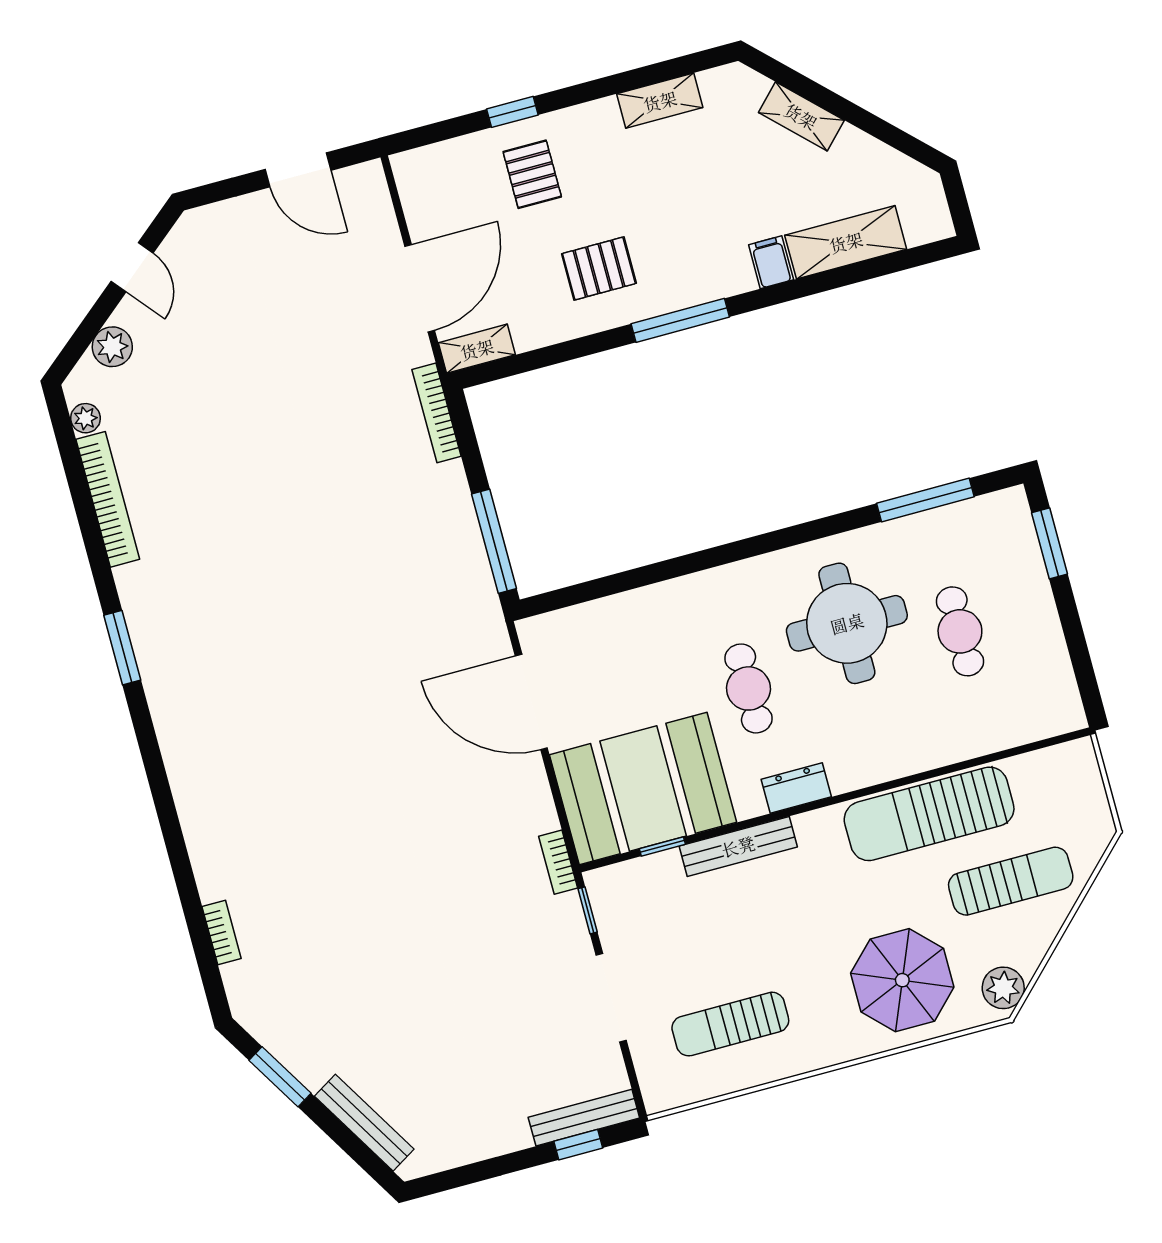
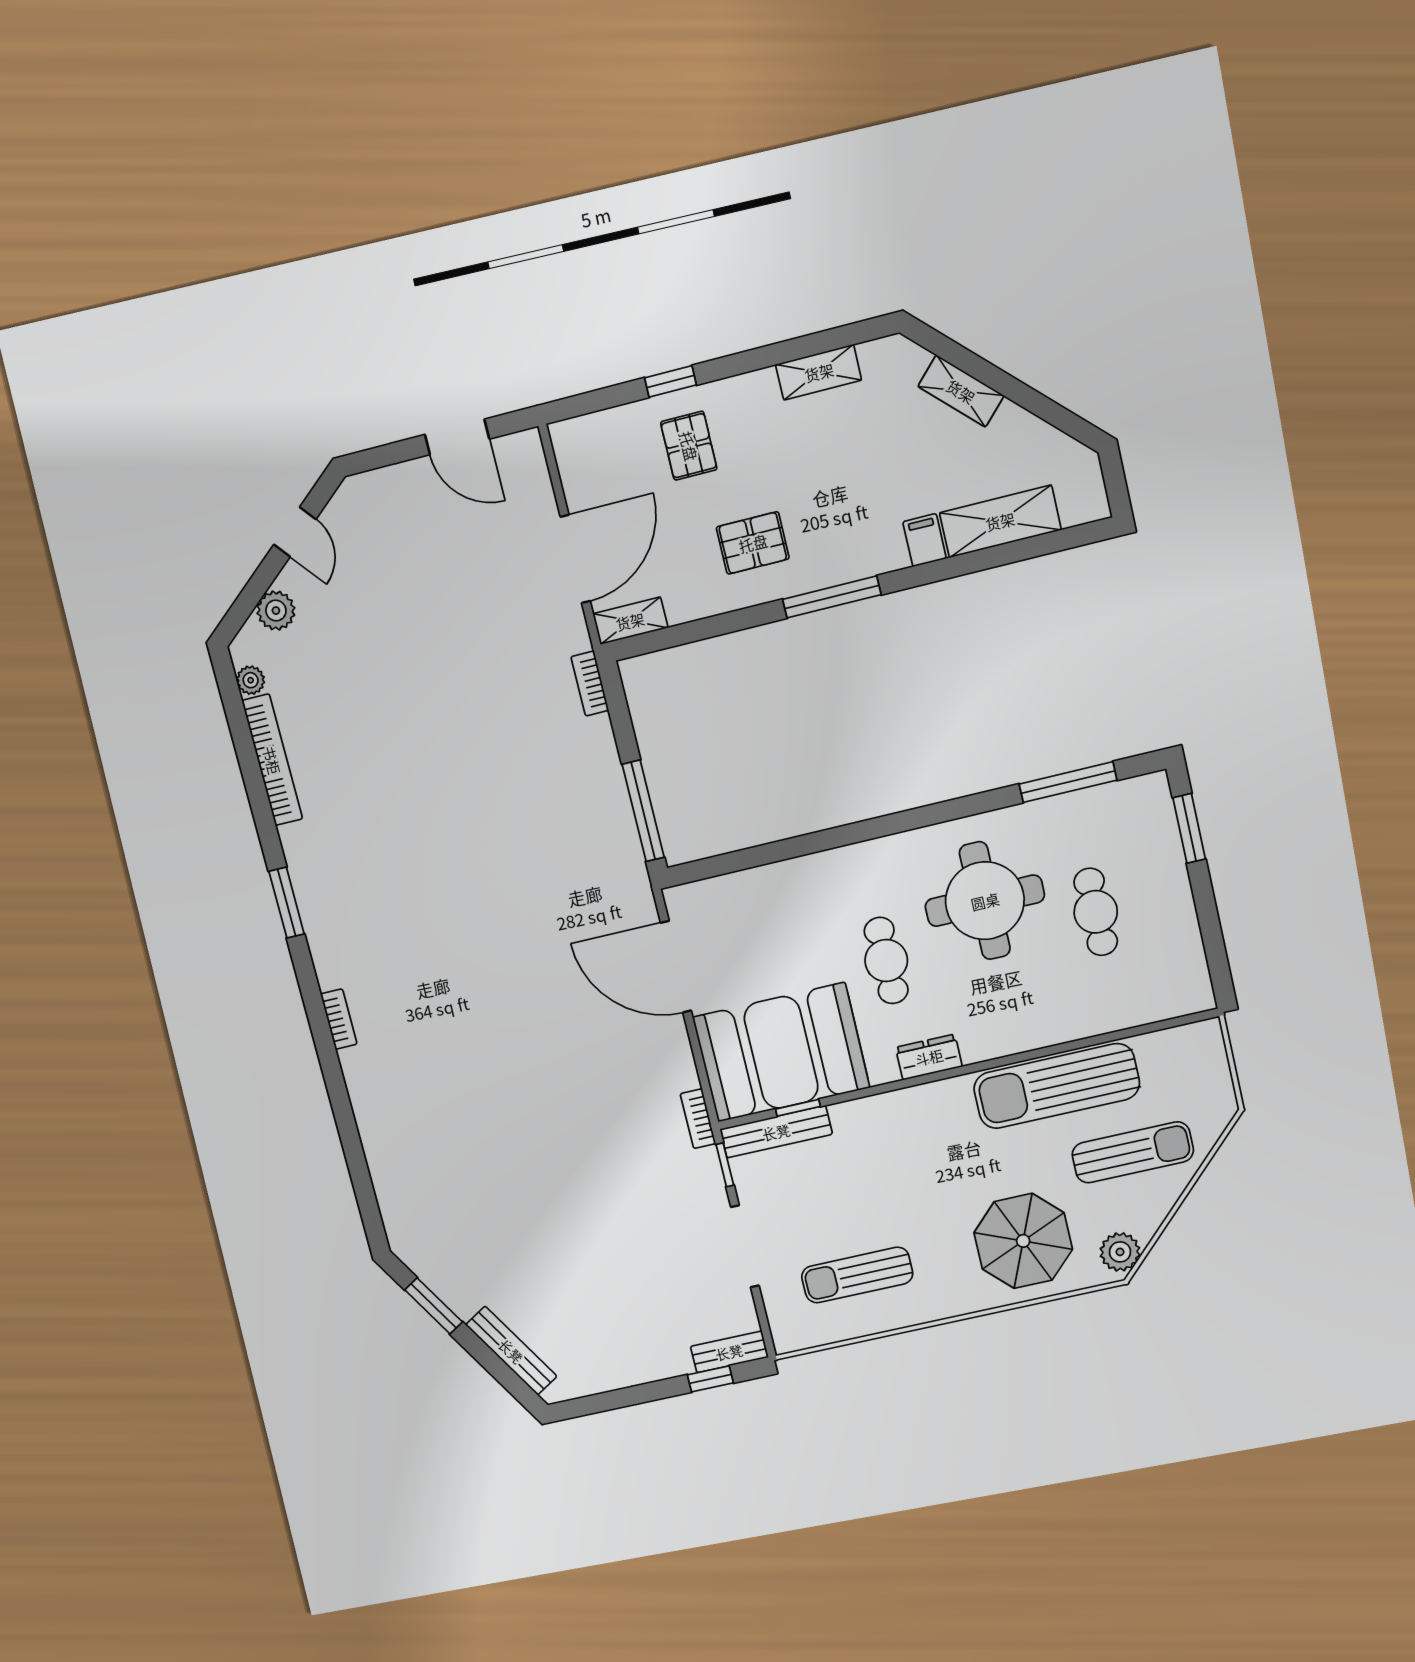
bookcase: (437, 413) -> (590, 684), width x0.64
bench: (738, 846) -> (776, 1132), moved
bookcase: (222, 932) -> (339, 1019), moved
bench: (584, 1118) -> (729, 1352), width x0.73

